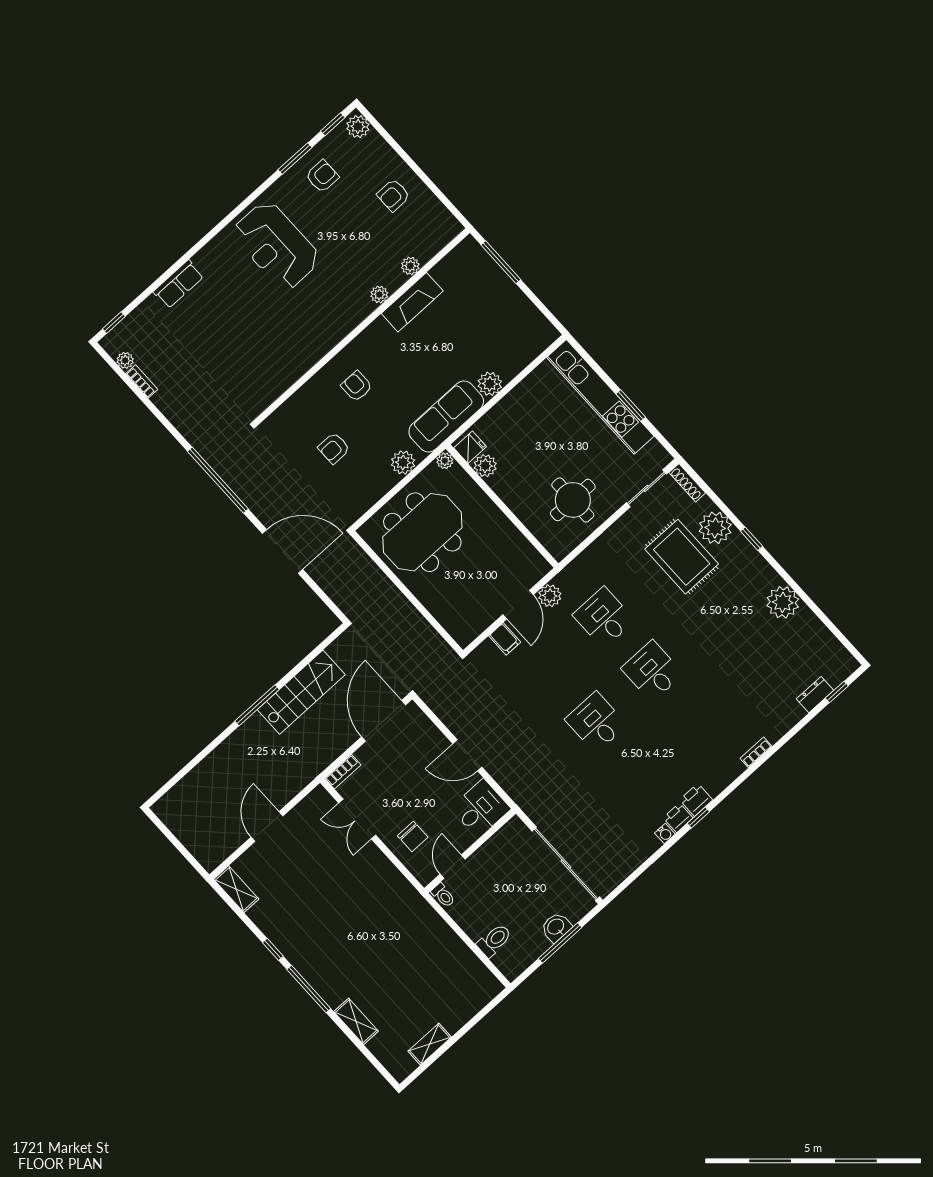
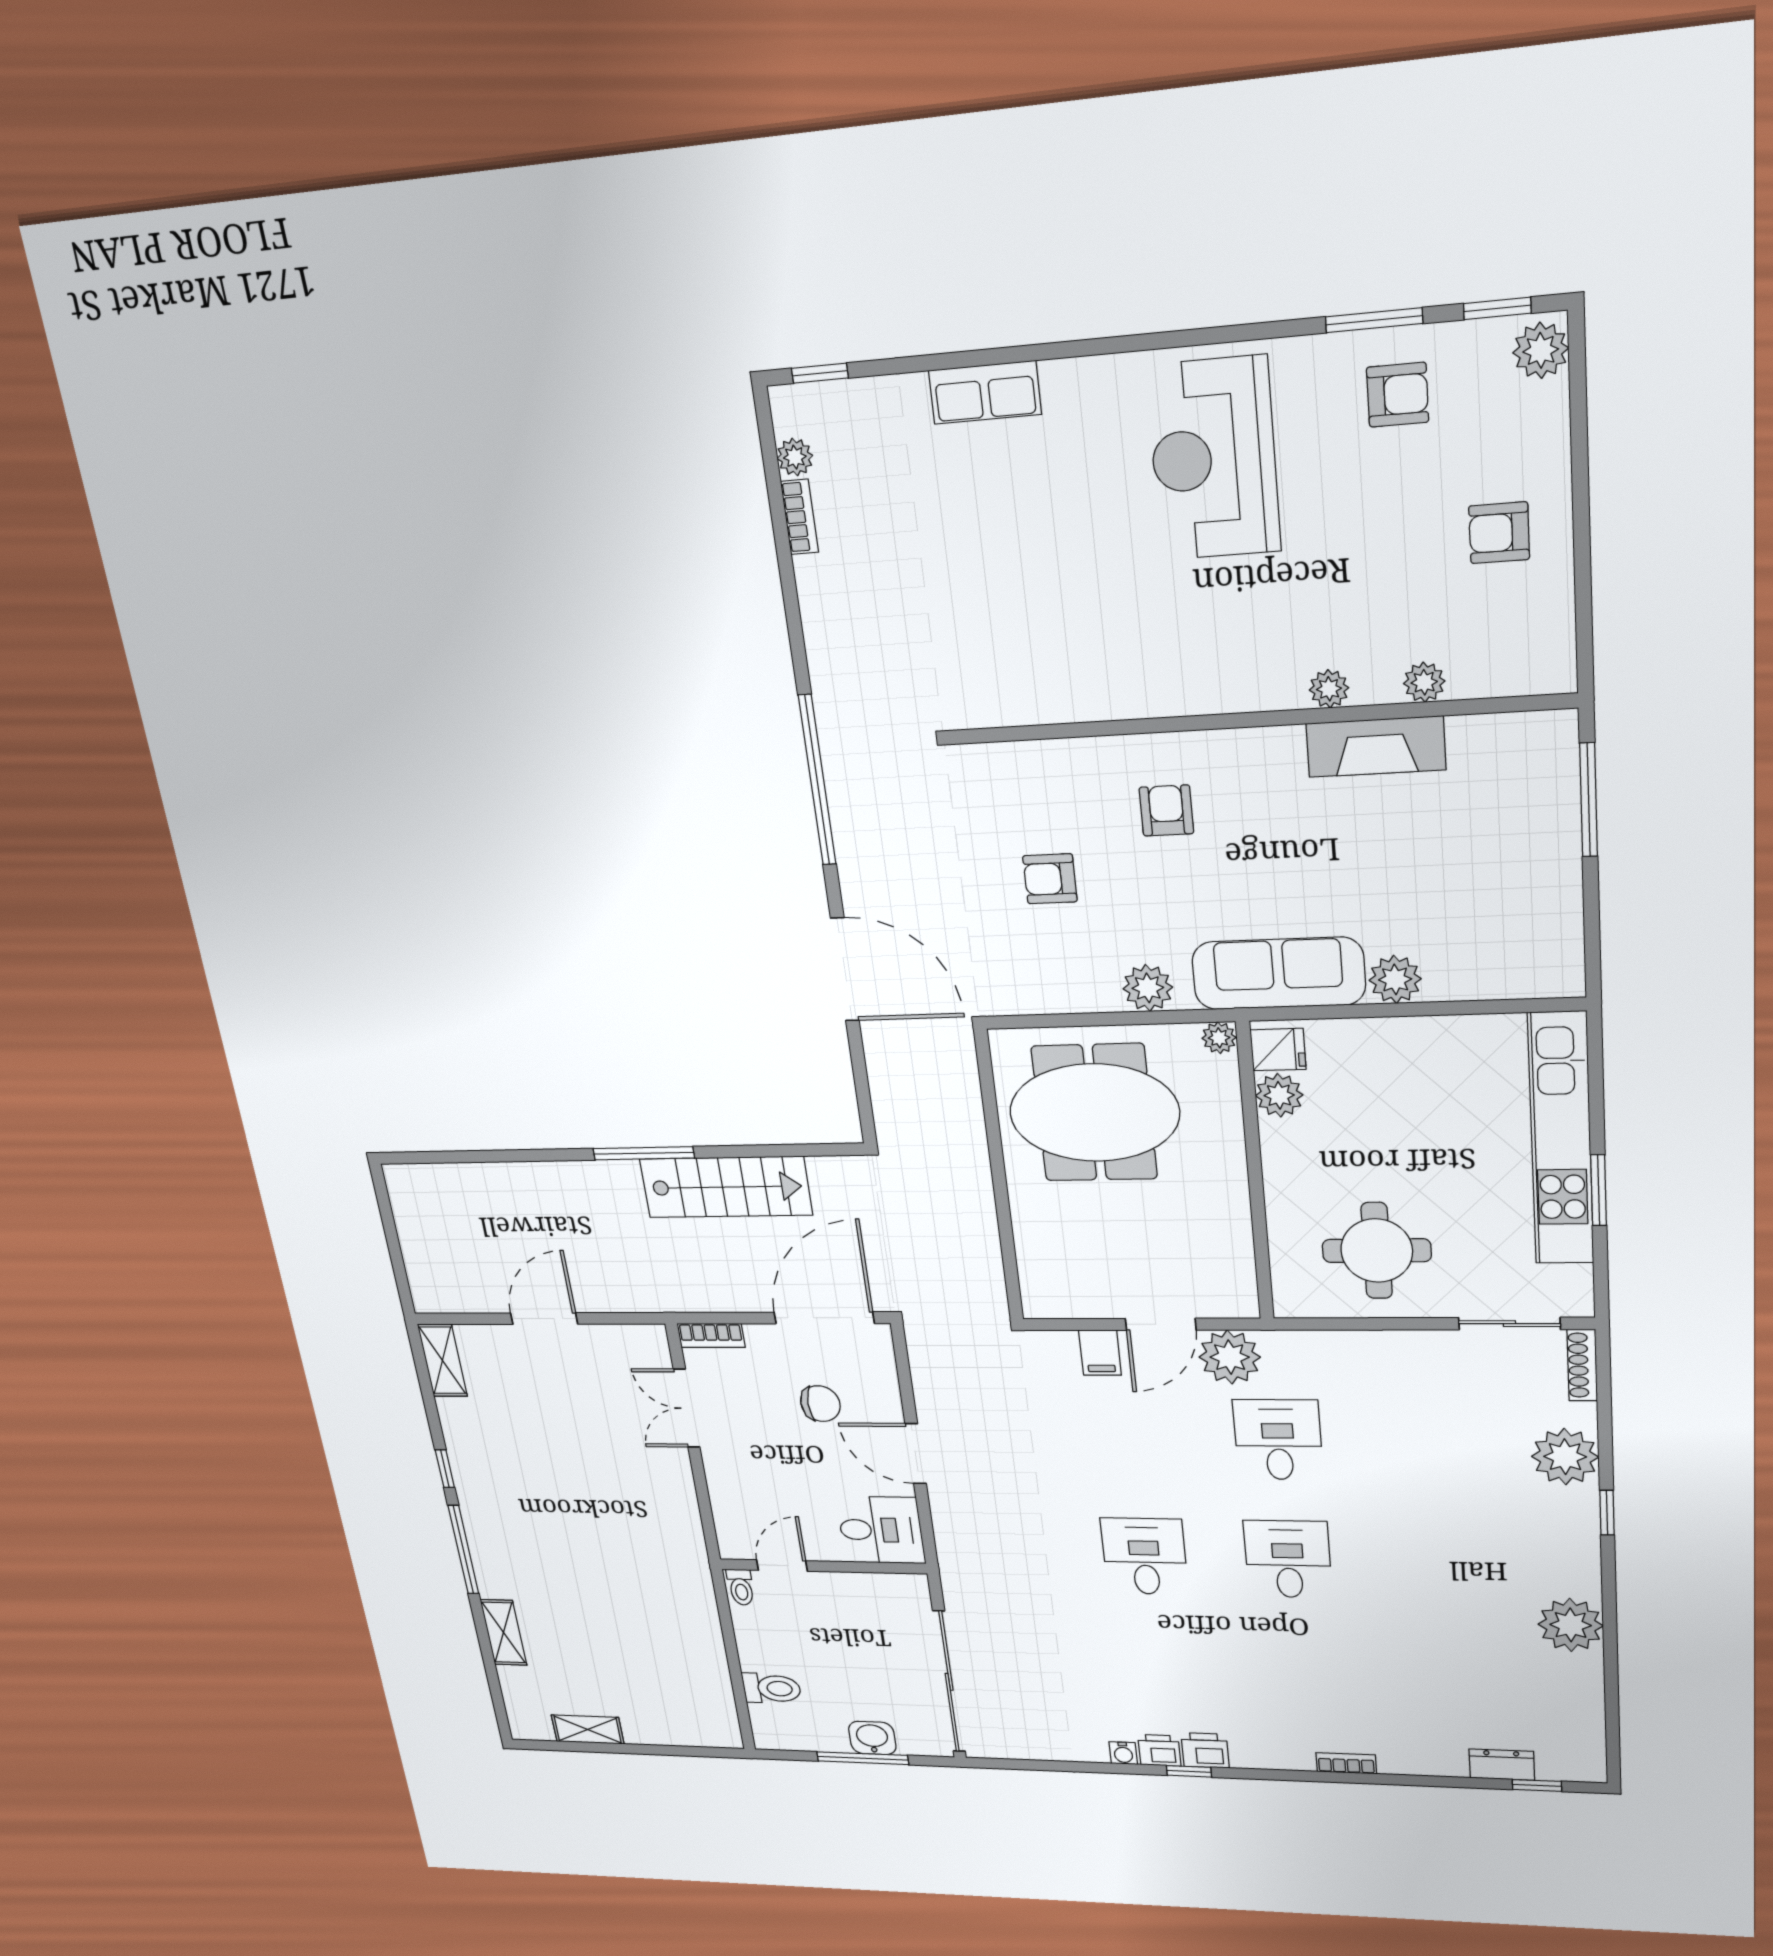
rug: (682, 557) -> (1475, 1454), removed
plant: (550, 596) -> (1230, 1357), width x1.36, depth x1.36
chair: (413, 836) -> (820, 1404), moved, turned -90

